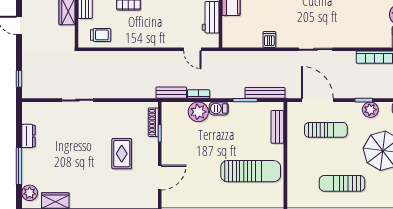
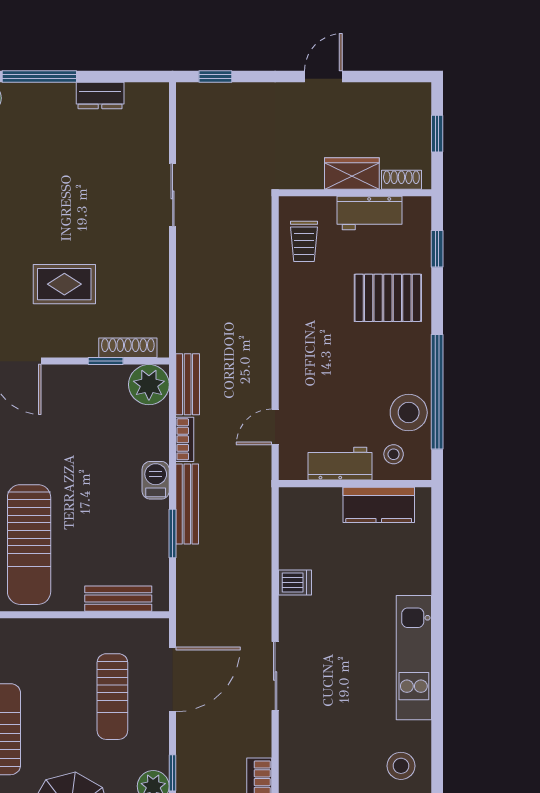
bench: (265, 93) -> (187, 504), moved
plant: (198, 112) -> (149, 385), moved

